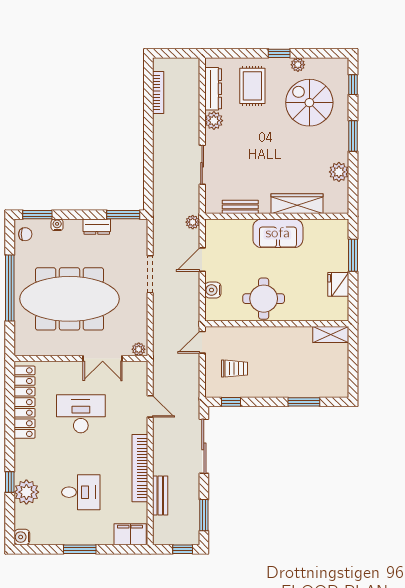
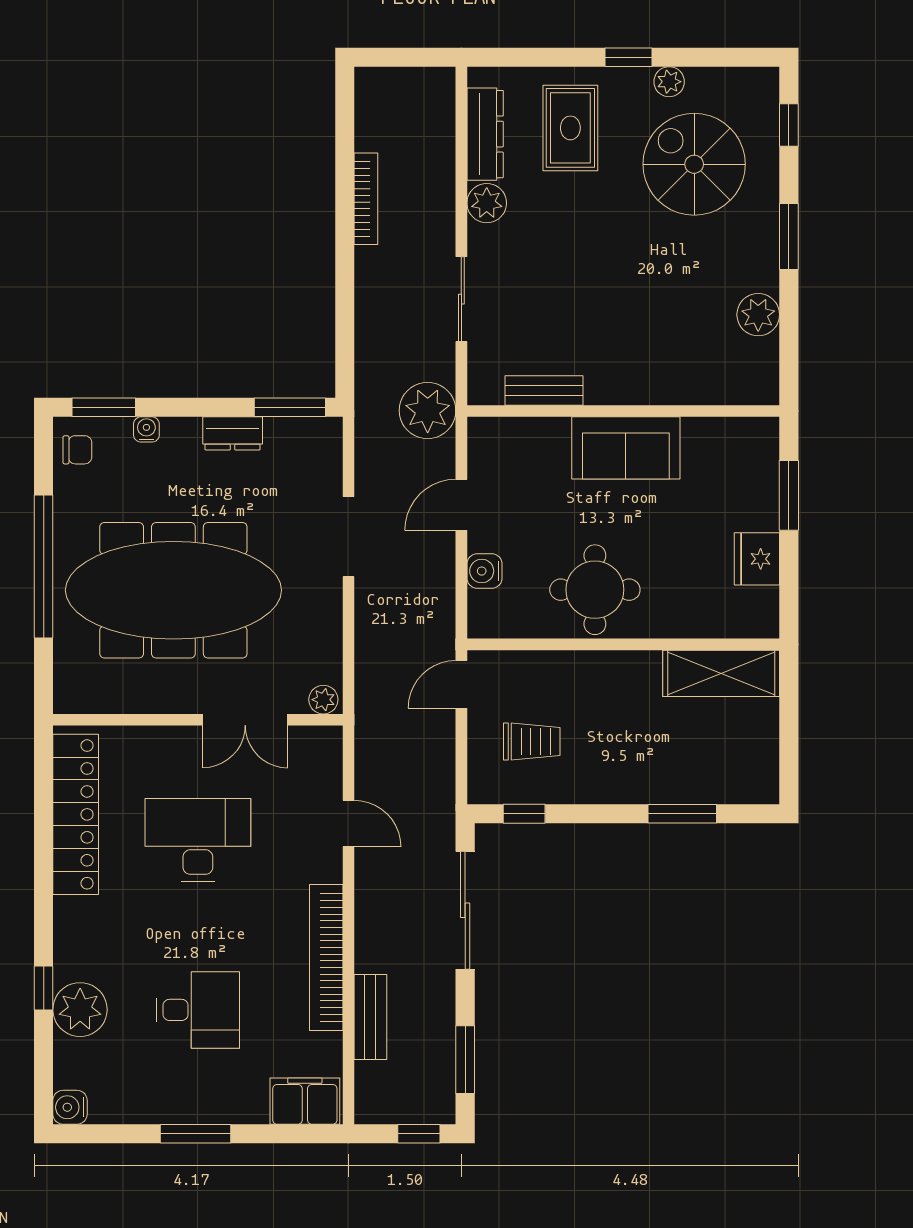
bookcase: (158, 92) -> (366, 199), moved
wardrobe: (297, 204) -> (667, 384), removed
plant: (193, 222) -> (428, 410), width x1.87, depth x1.87
shelving: (331, 334) -> (721, 673), width x1.50, depth x1.33

